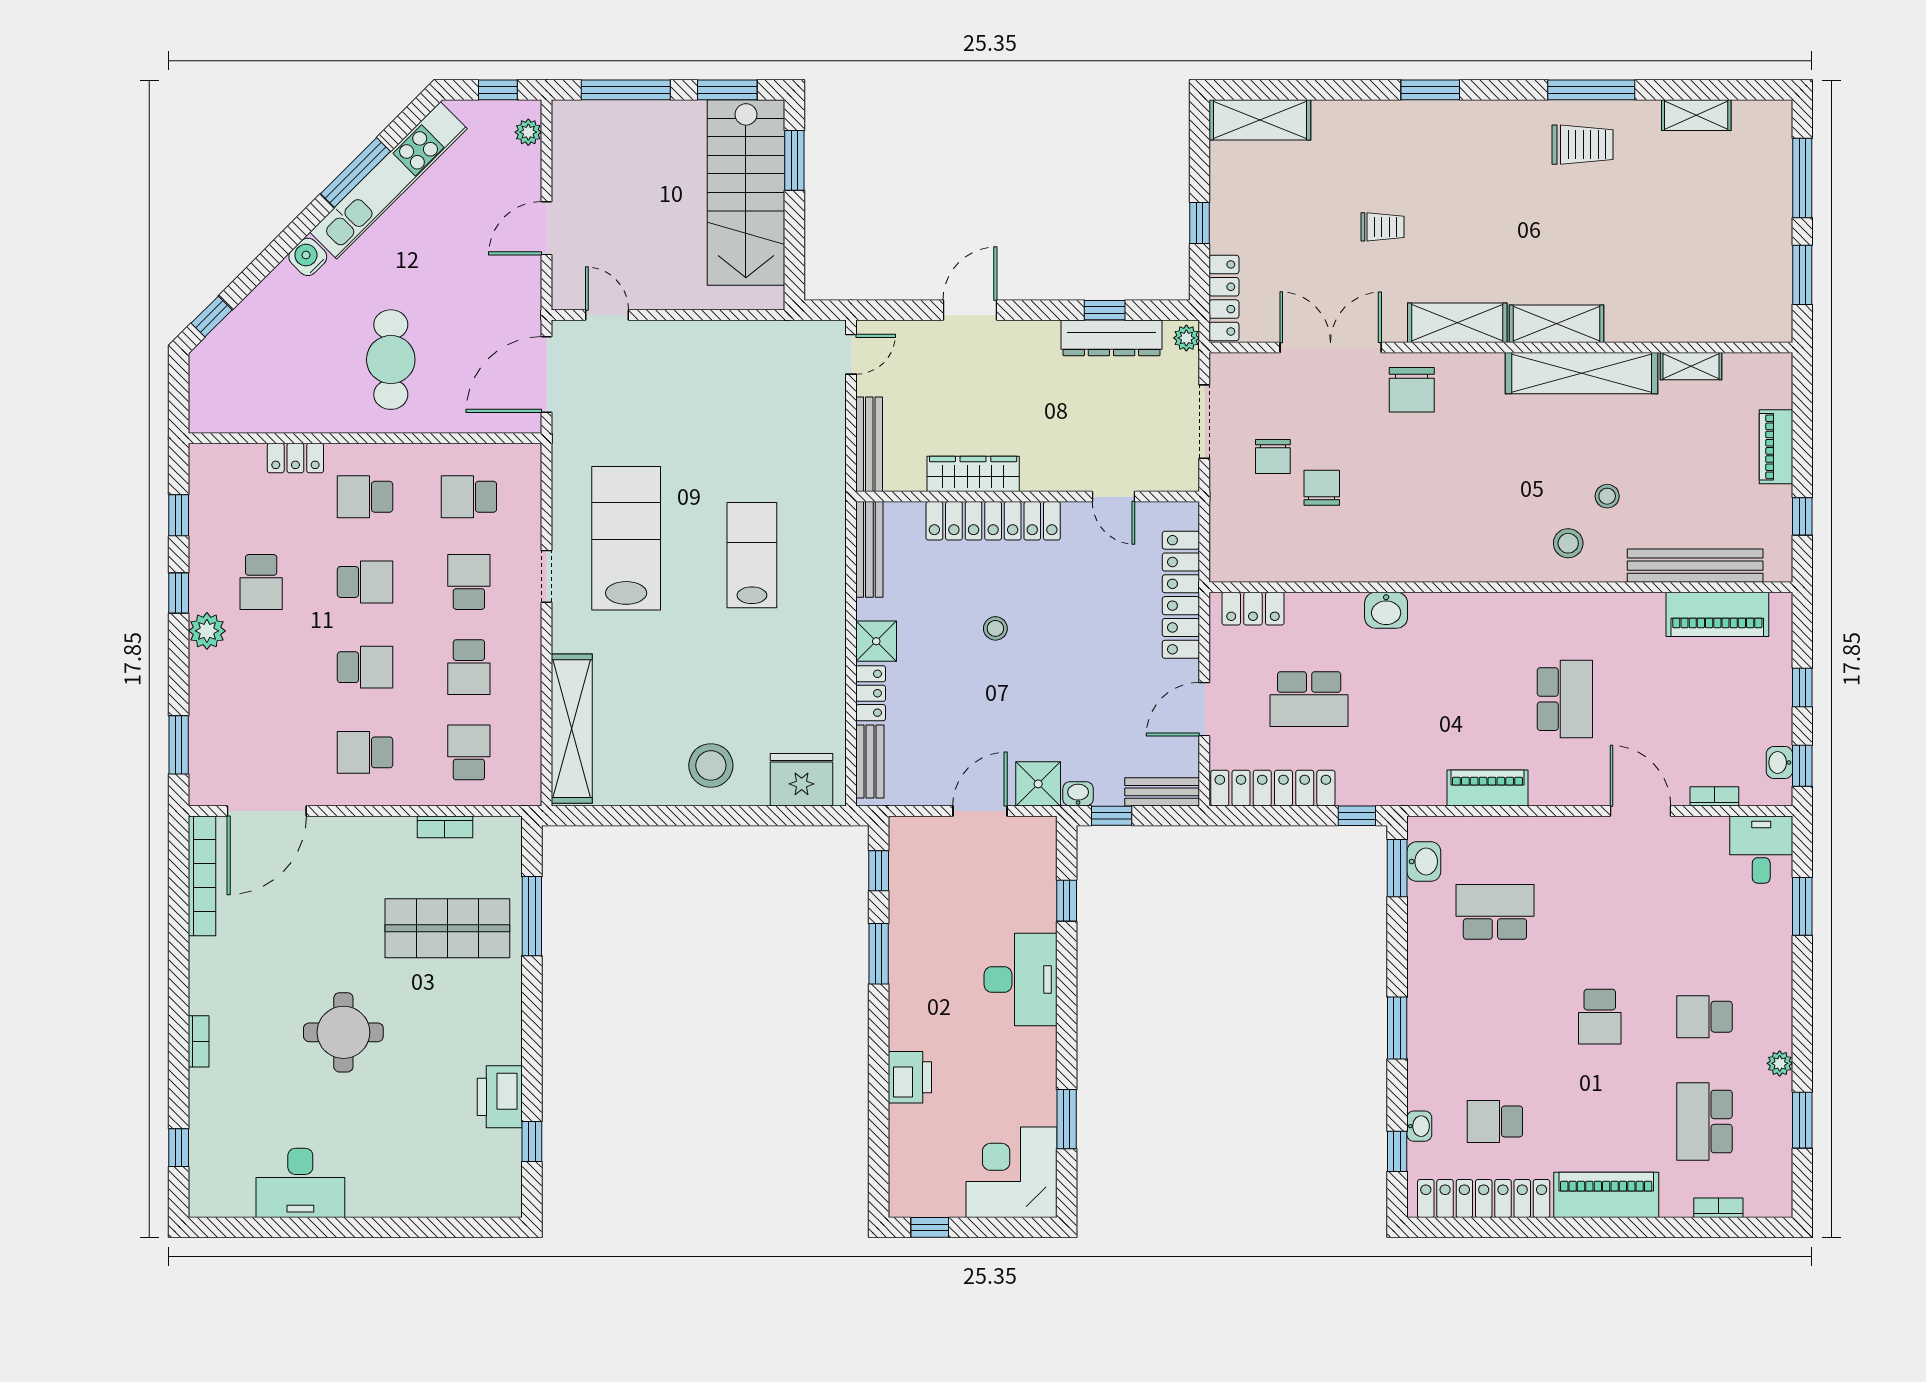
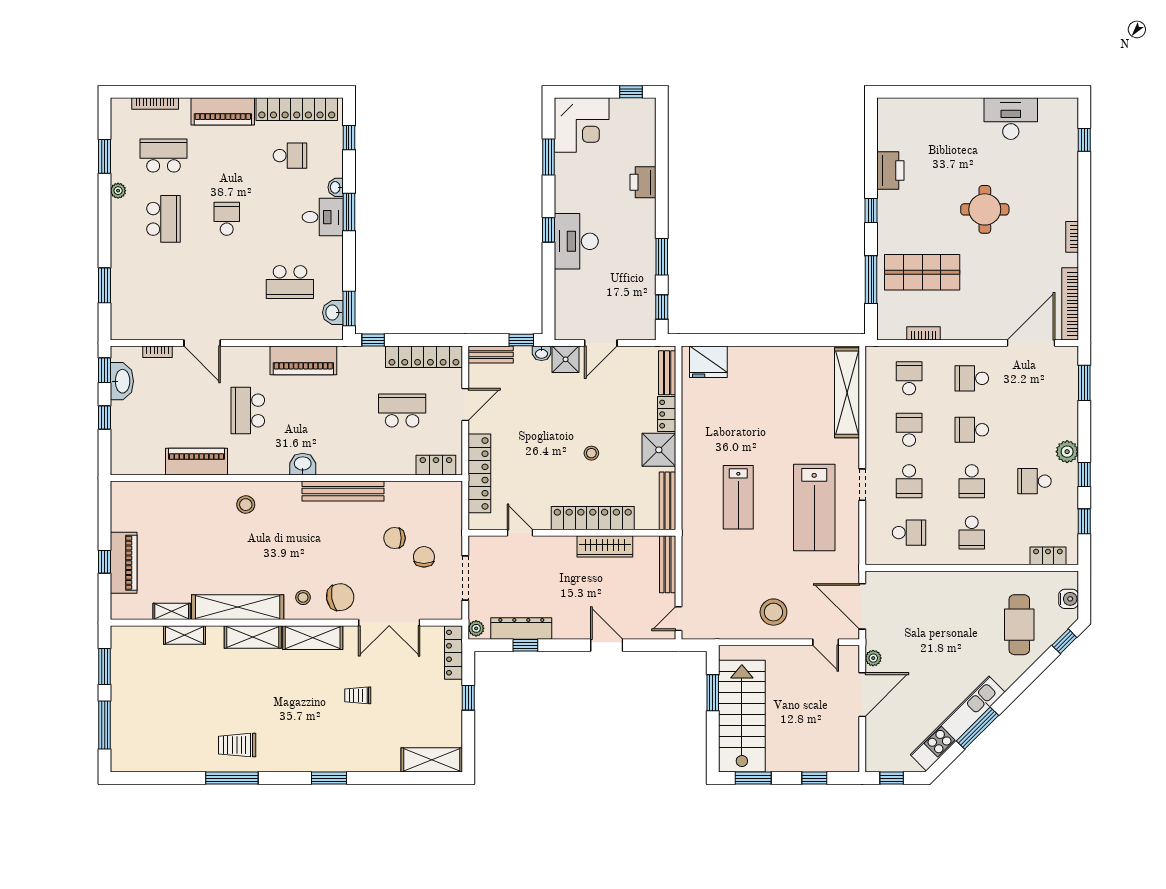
window: (626, 90) -> (814, 778), width x0.46
shelving: (1696, 115) -> (185, 635), moved
plant: (528, 132) -> (873, 658), moved
window: (794, 160) -> (713, 693), moved
door: (546, 228) -> (862, 695), width x1.36
water cooler: (308, 257) -> (1069, 599), moved, turned -45
door: (970, 310) -> (607, 645), swing flipped
cafe table: (391, 360) -> (1019, 625), moved
door: (546, 374) -> (862, 606), swing flipped
chair: (1412, 390) -> (340, 597), turned 80
piano: (1776, 447) -> (124, 563), width x1.37, depth x1.33
locker: (295, 458) -> (1048, 556), moved
chair: (1322, 488) -> (395, 538), turned 90
stool: (1607, 496) -> (303, 597), moved
school desk: (365, 497) -> (972, 533), turned 90
window: (1802, 516) -> (105, 562), moved
bench: (1695, 566) -> (343, 491), moved
school desk: (261, 582) -> (1034, 481), turned -90
school desk: (365, 582) -> (972, 481), turned -90
washbasin: (1386, 610) -> (303, 464), moved
piano: (1717, 614) -> (196, 462), moved
shower: (876, 641) -> (659, 450), width x1.36, depth x1.36
school desk: (365, 752) -> (972, 378), turned 180
school desk: (469, 752) -> (909, 378), turned 180
washbasin: (1779, 763) -> (122, 381), width x1.91, depth x1.45
stool: (711, 765) -> (773, 612), moved
piano: (1487, 788) -> (303, 360), width x1.37, depth x1.33
desk: (1761, 850) -> (323, 217), moved, turned -90
window: (1067, 901) -> (548, 230), moved
school desk: (1704, 1017) -> (164, 219), width x1.85
bookcase: (199, 1041) -> (1072, 237), moved
school desk: (1704, 1121) -> (164, 156), turned -90
washbasin: (1419, 1126) -> (336, 187), moved
window: (532, 1141) -> (871, 210), moved
bookcase: (1718, 1208) -> (155, 104), width x1.56

